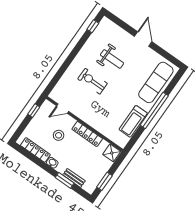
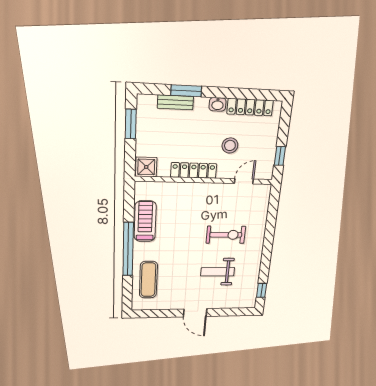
exercise mat: (156, 82) -> (148, 280), width x0.73, depth x0.69

